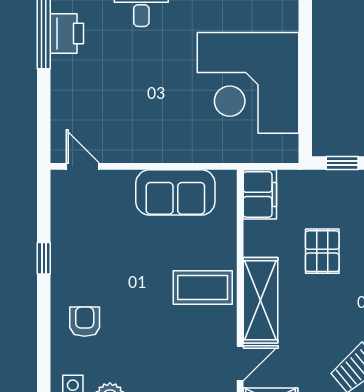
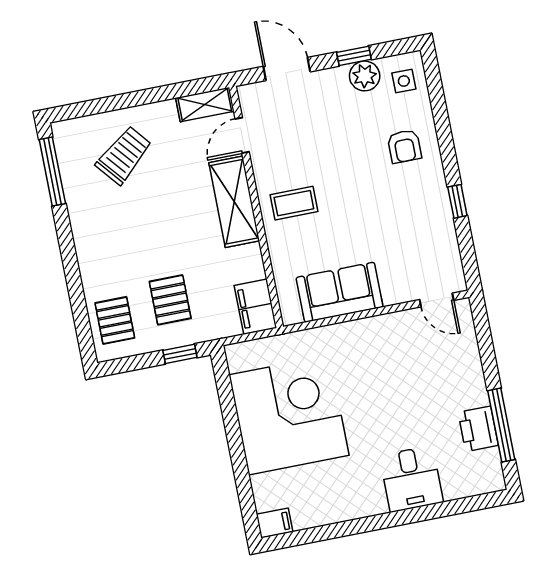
pallet: (322, 251) -> (170, 300), moved
coffee table: (203, 288) -> (294, 203), width x0.73, depth x0.77

